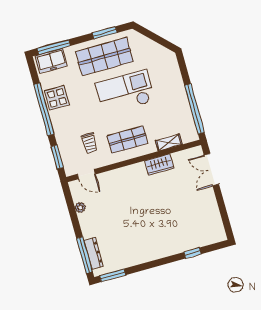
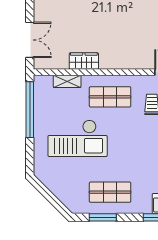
shop shelf: (104, 57) -> (110, 192), width x0.70, depth x0.74
checkout: (125, 92) -> (78, 138), moved

